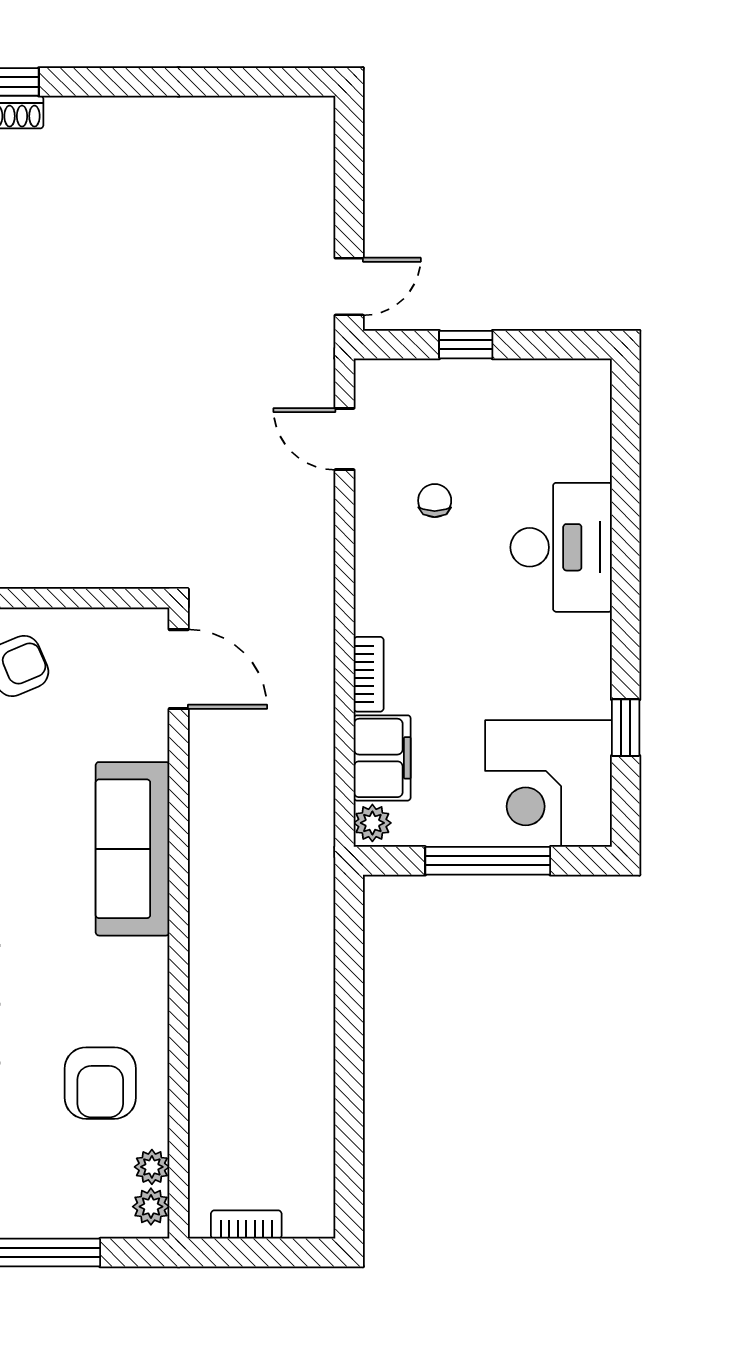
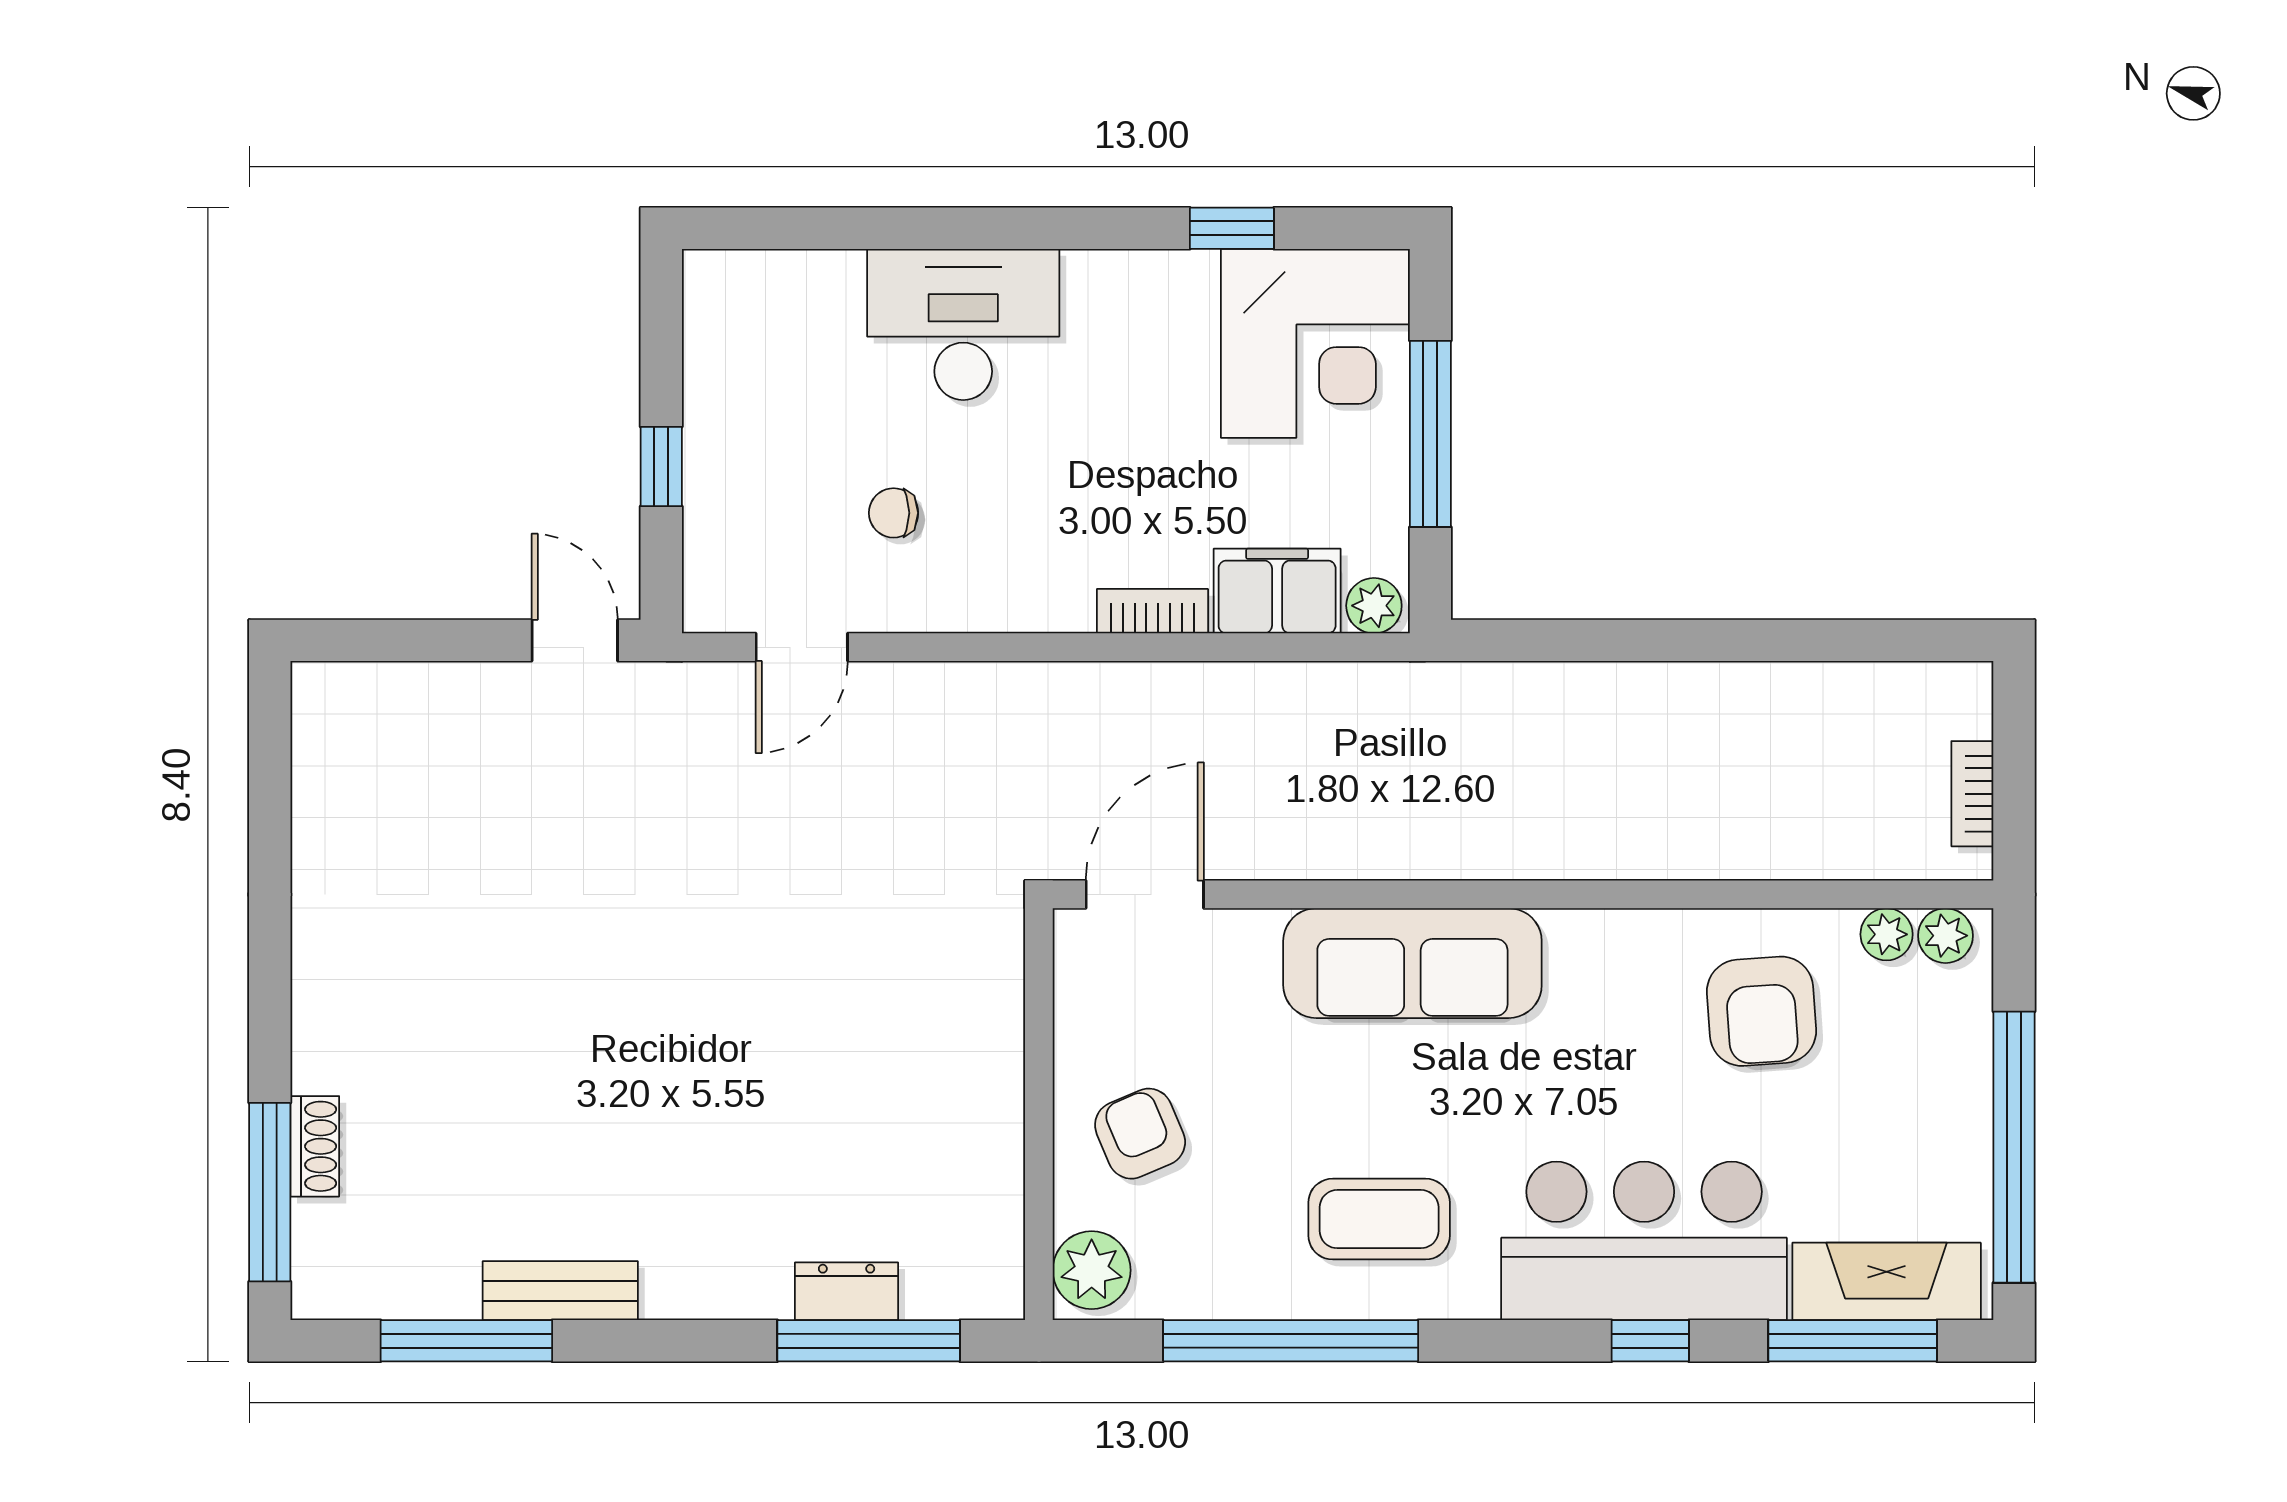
armchair: (100, 1083) -> (1762, 1011), turned 86

